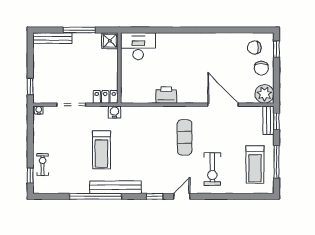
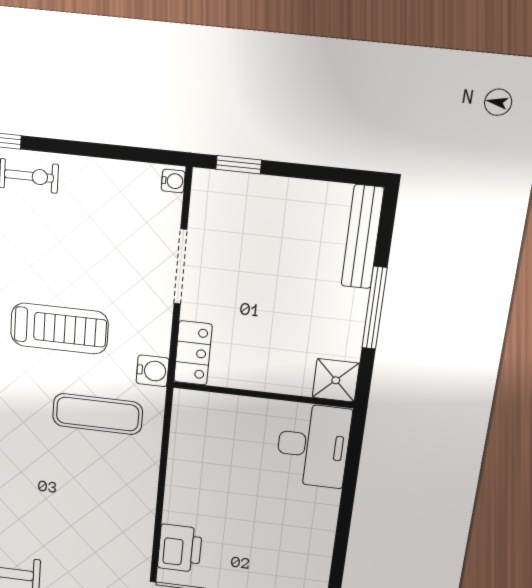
printer: (166, 95) -> (180, 548), moved
exercise mat: (185, 137) -> (98, 414), moved
treadmill: (101, 150) -> (59, 329), turned 180

